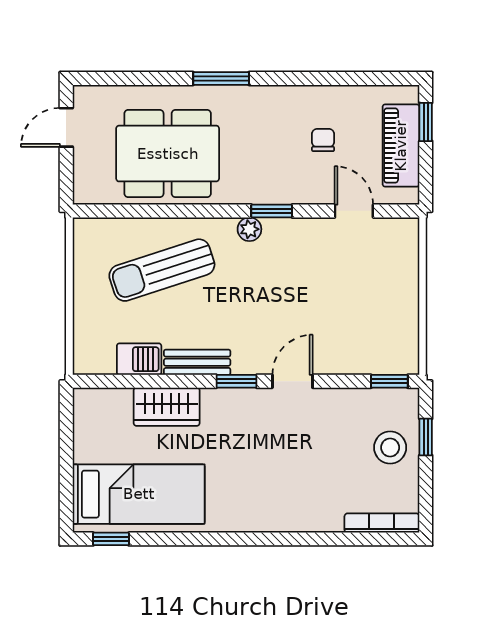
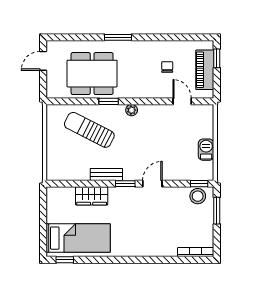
window: (272, 211) -> (109, 101), moved
sun lounger: (162, 270) -> (89, 130), turned 45
barbecue: (139, 359) -> (206, 150), moved, turned -90
window: (426, 437) -> (217, 211), width x1.50
stool: (390, 447) -> (198, 196), moved

